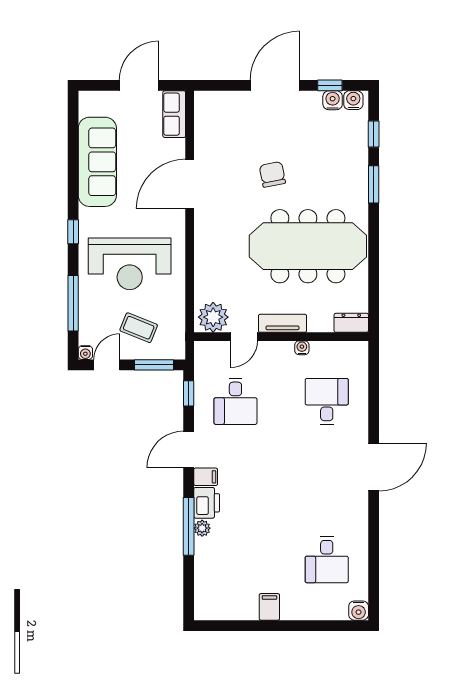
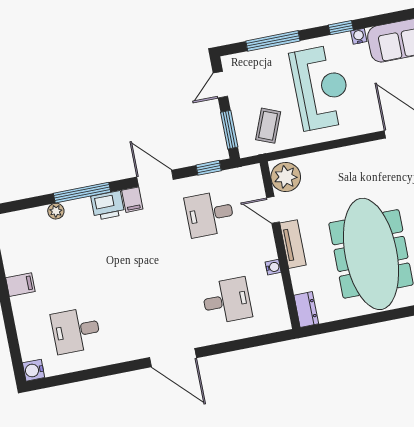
reception desk: (130, 264) -> (321, 87), turned 180
coffee table: (139, 328) -> (268, 126), moved
water cooler: (85, 353) -> (359, 36), moved, turned 90
door: (107, 365) -> (220, 85), swing flipped
plant: (202, 528) -> (56, 211), moved

